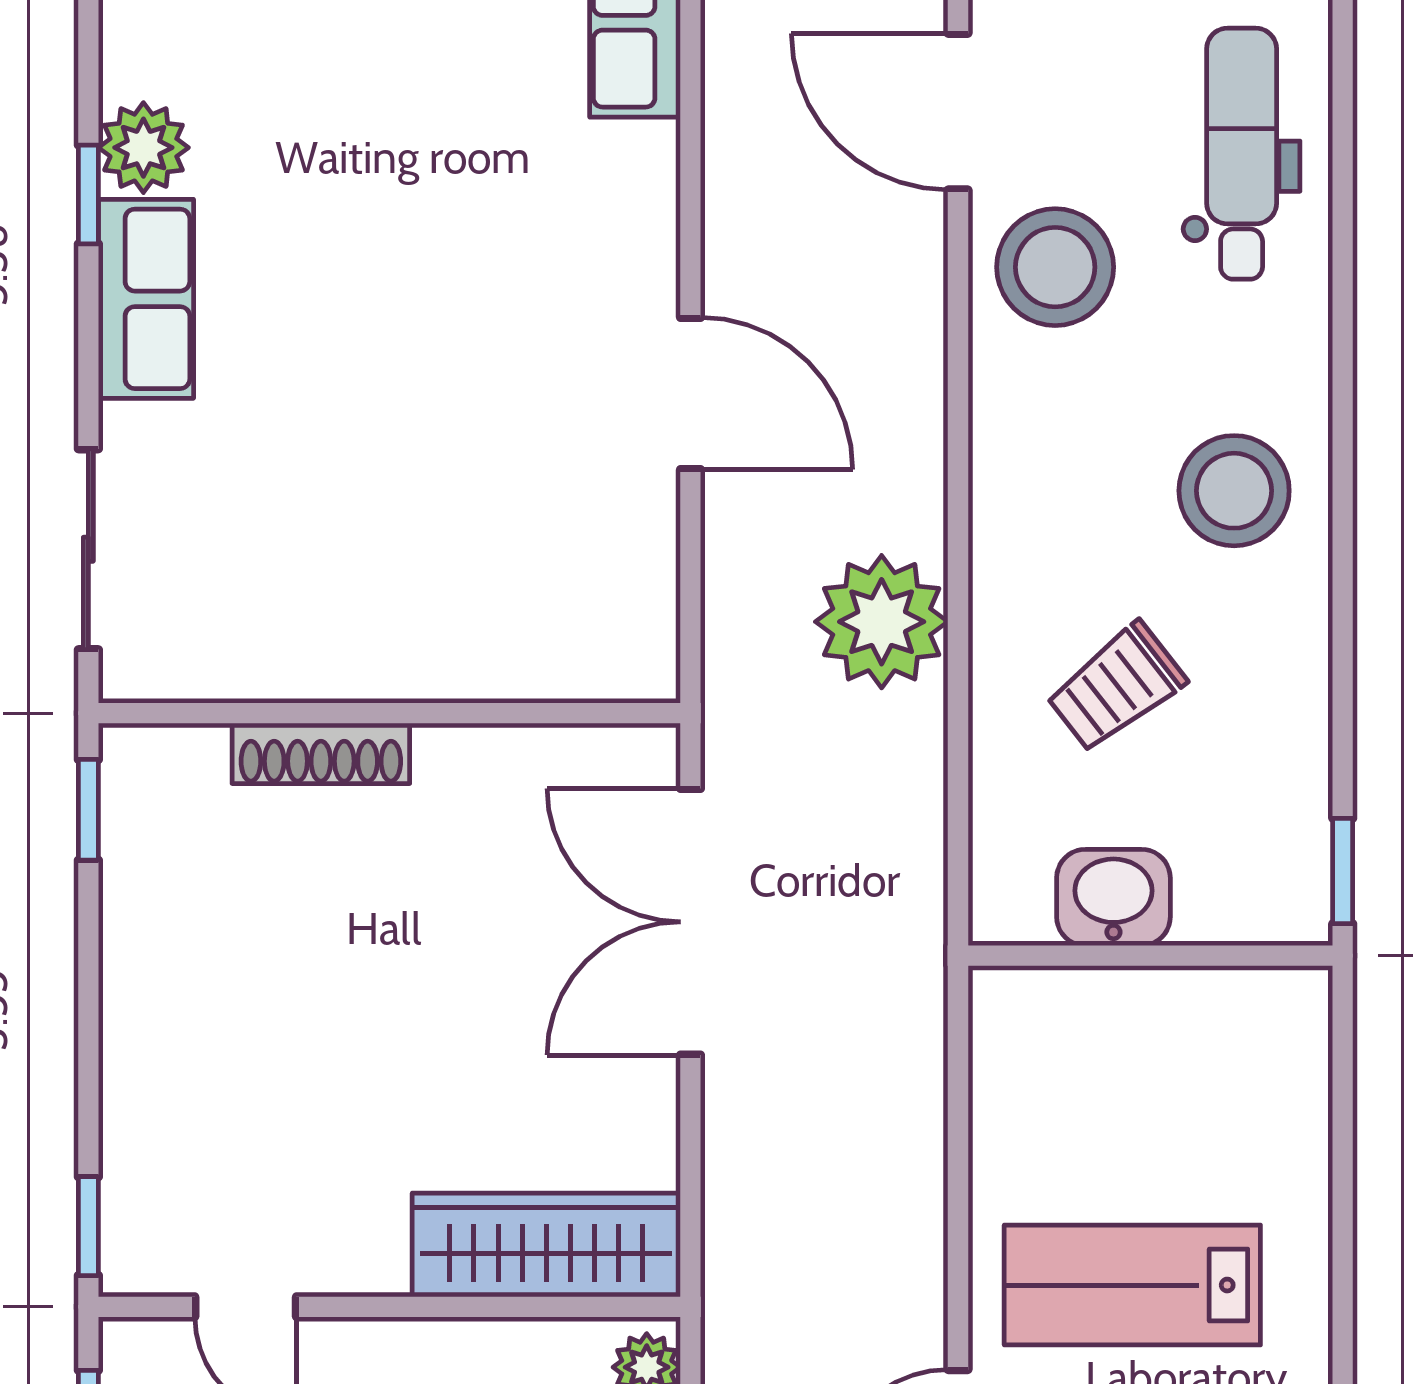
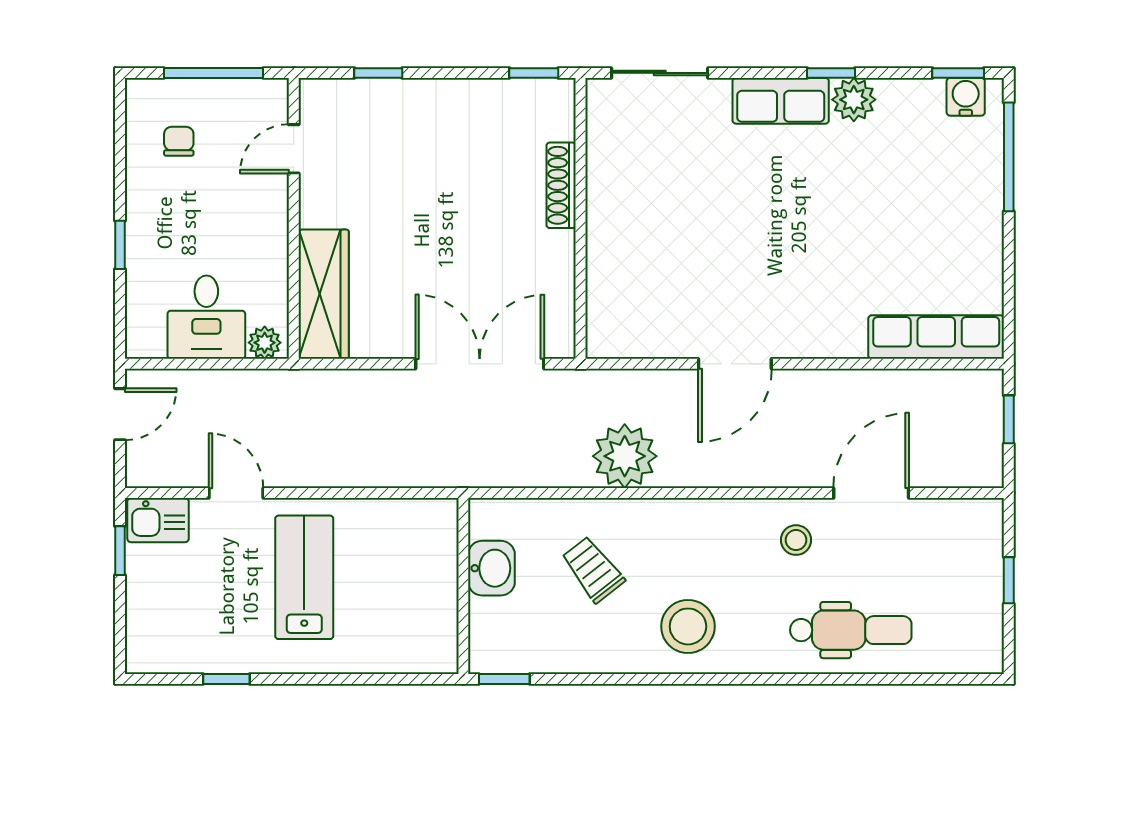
stool: (1055, 267) -> (796, 540), width x0.53, depth x0.53
window: (88, 1226) -> (378, 73), moved

